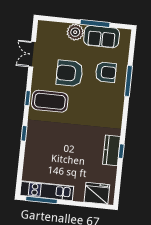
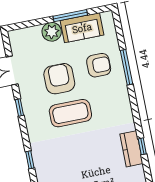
armchair: (69, 73) -> (59, 79), turned 90
window: (28, 98) -> (19, 107), moved
coffee table: (50, 101) -> (70, 113), moved

